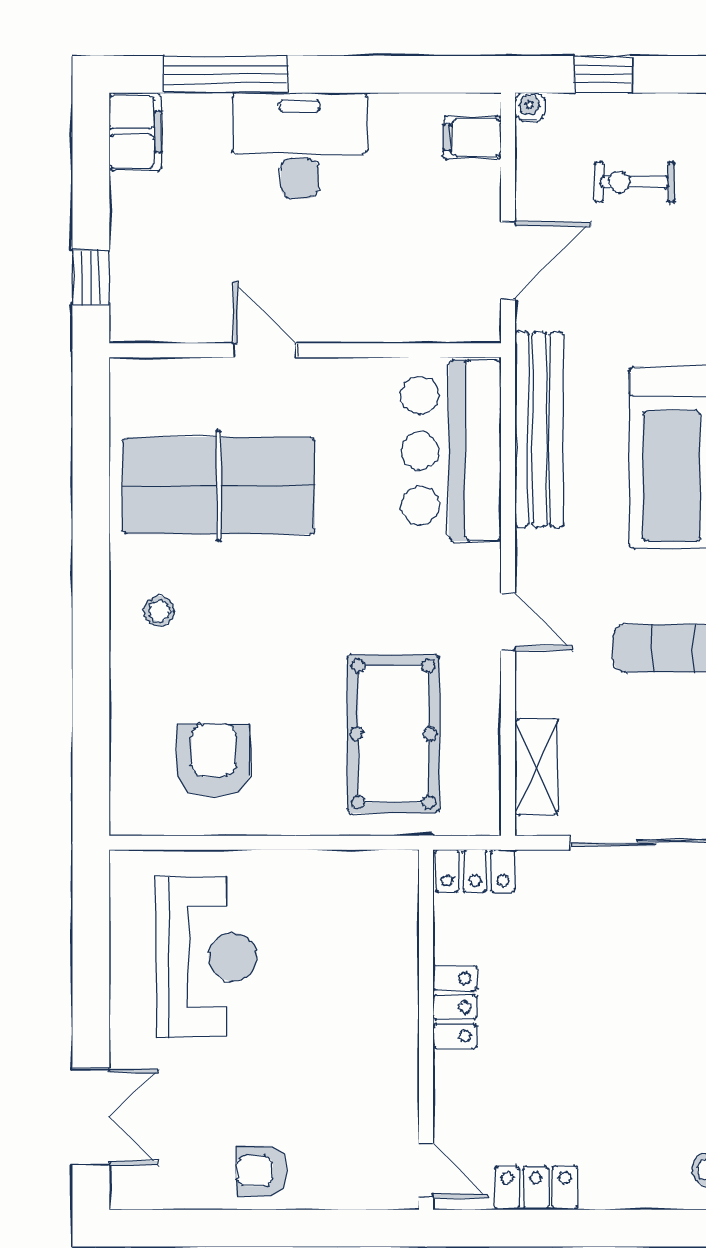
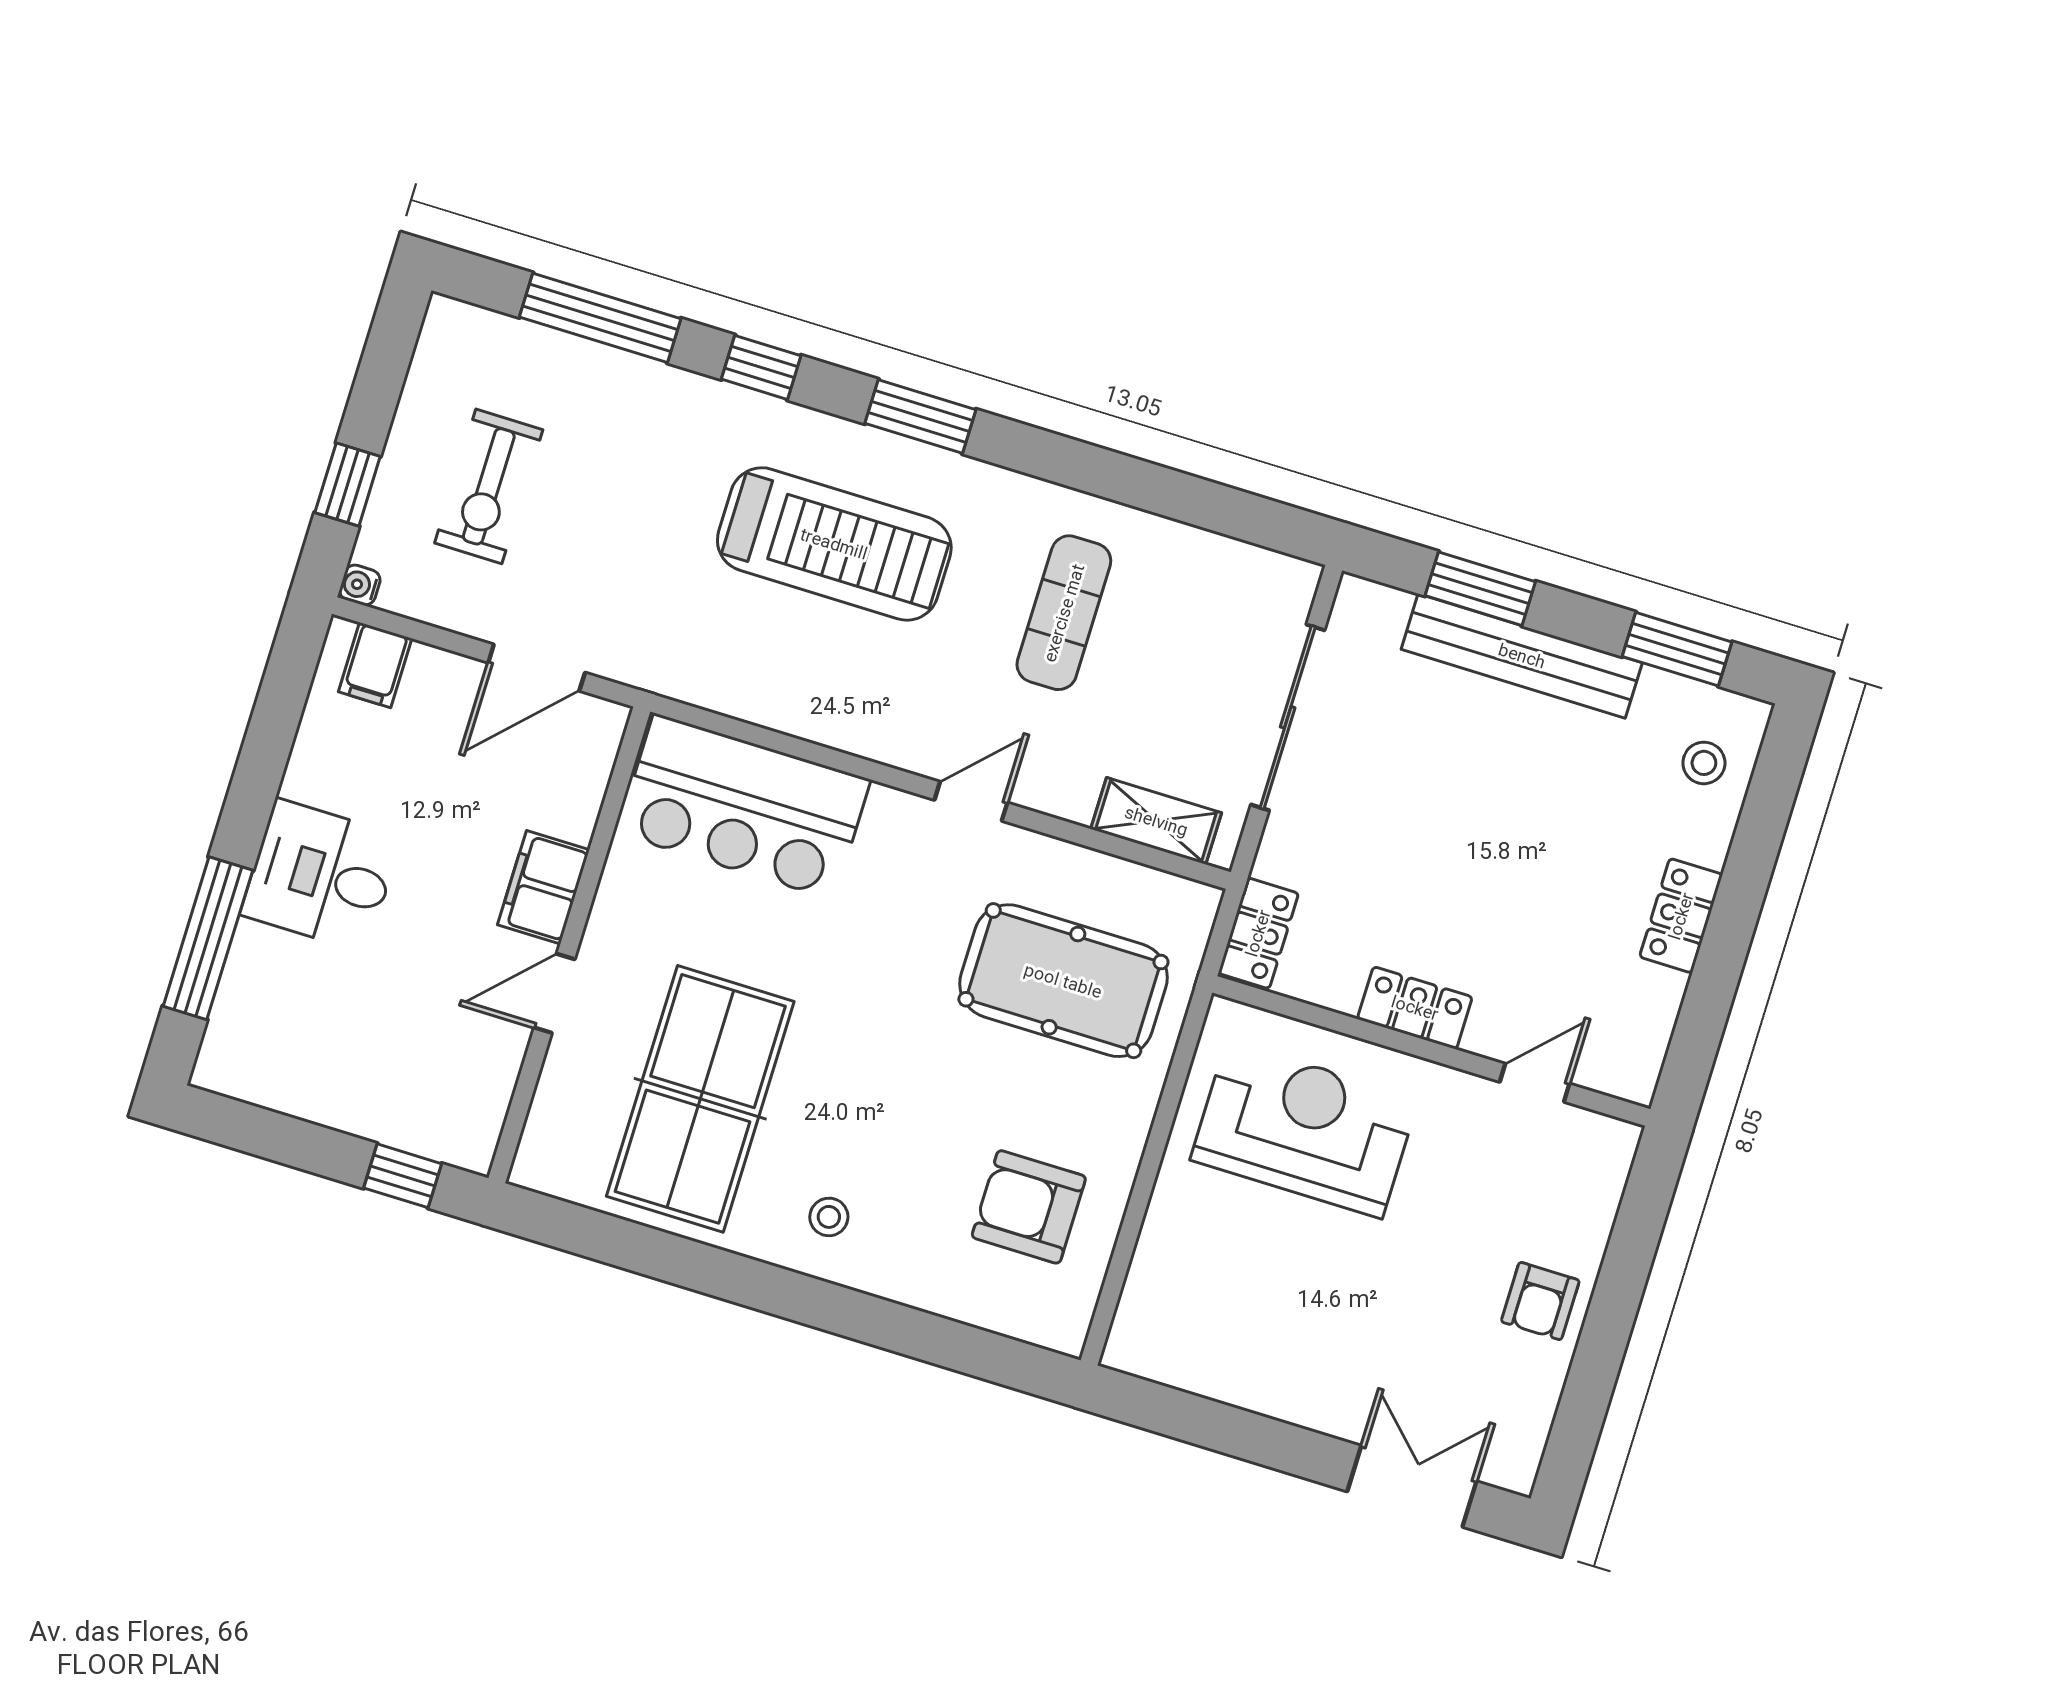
filing cabinet: (135, 132) -> (543, 887), moved, turned -90
desk: (300, 146) -> (321, 875), width x0.73
exercise bike: (635, 182) -> (489, 486), width x1.38, depth x1.39
door: (508, 261) -> (537, 668), swing flipped
bench: (539, 430) -> (751, 693), removed
reception desk: (207, 957) -> (1304, 1129), moved
door: (426, 1171) -> (1535, 1083), moved
locker: (536, 1188) -> (1681, 916), moved

